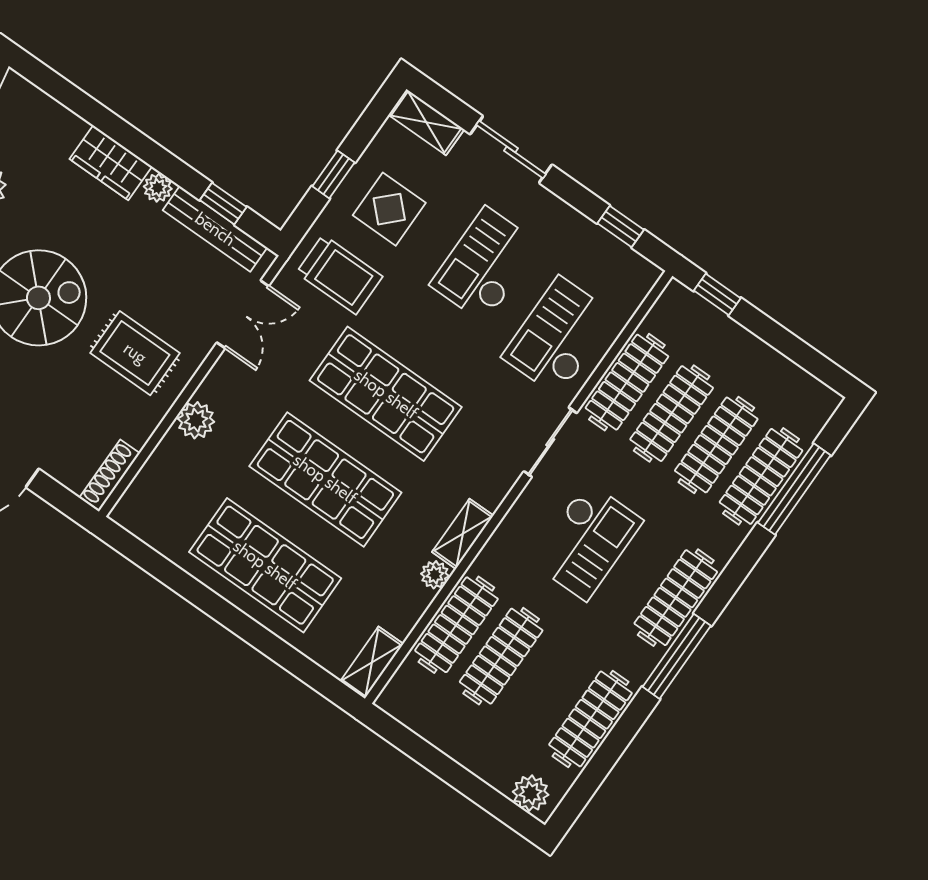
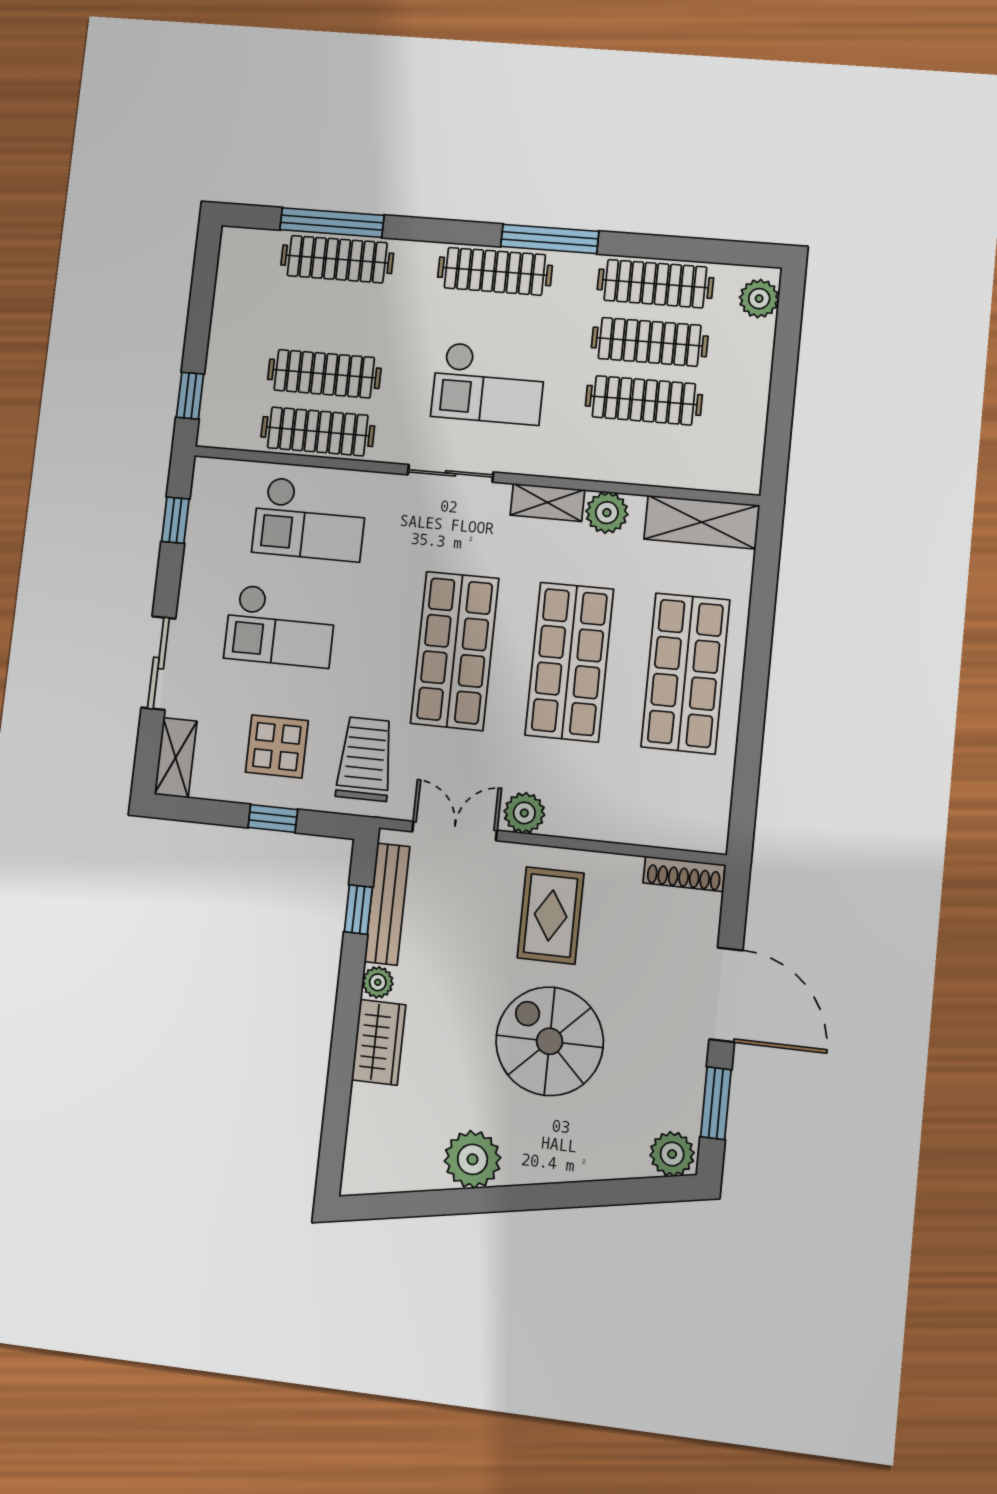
plant: (196, 420) -> (524, 813), moved
sliding door: (550, 442) -> (450, 473), moved
clothes rail: (716, 445) -> (331, 316), removed
checkout: (587, 541) -> (488, 383), turned 180
plant: (435, 575) -> (607, 513), width x1.38, depth x1.38
clothes rail: (456, 625) -> (650, 342), moved
shelving: (372, 663) -> (702, 522), width x1.50, depth x1.33

